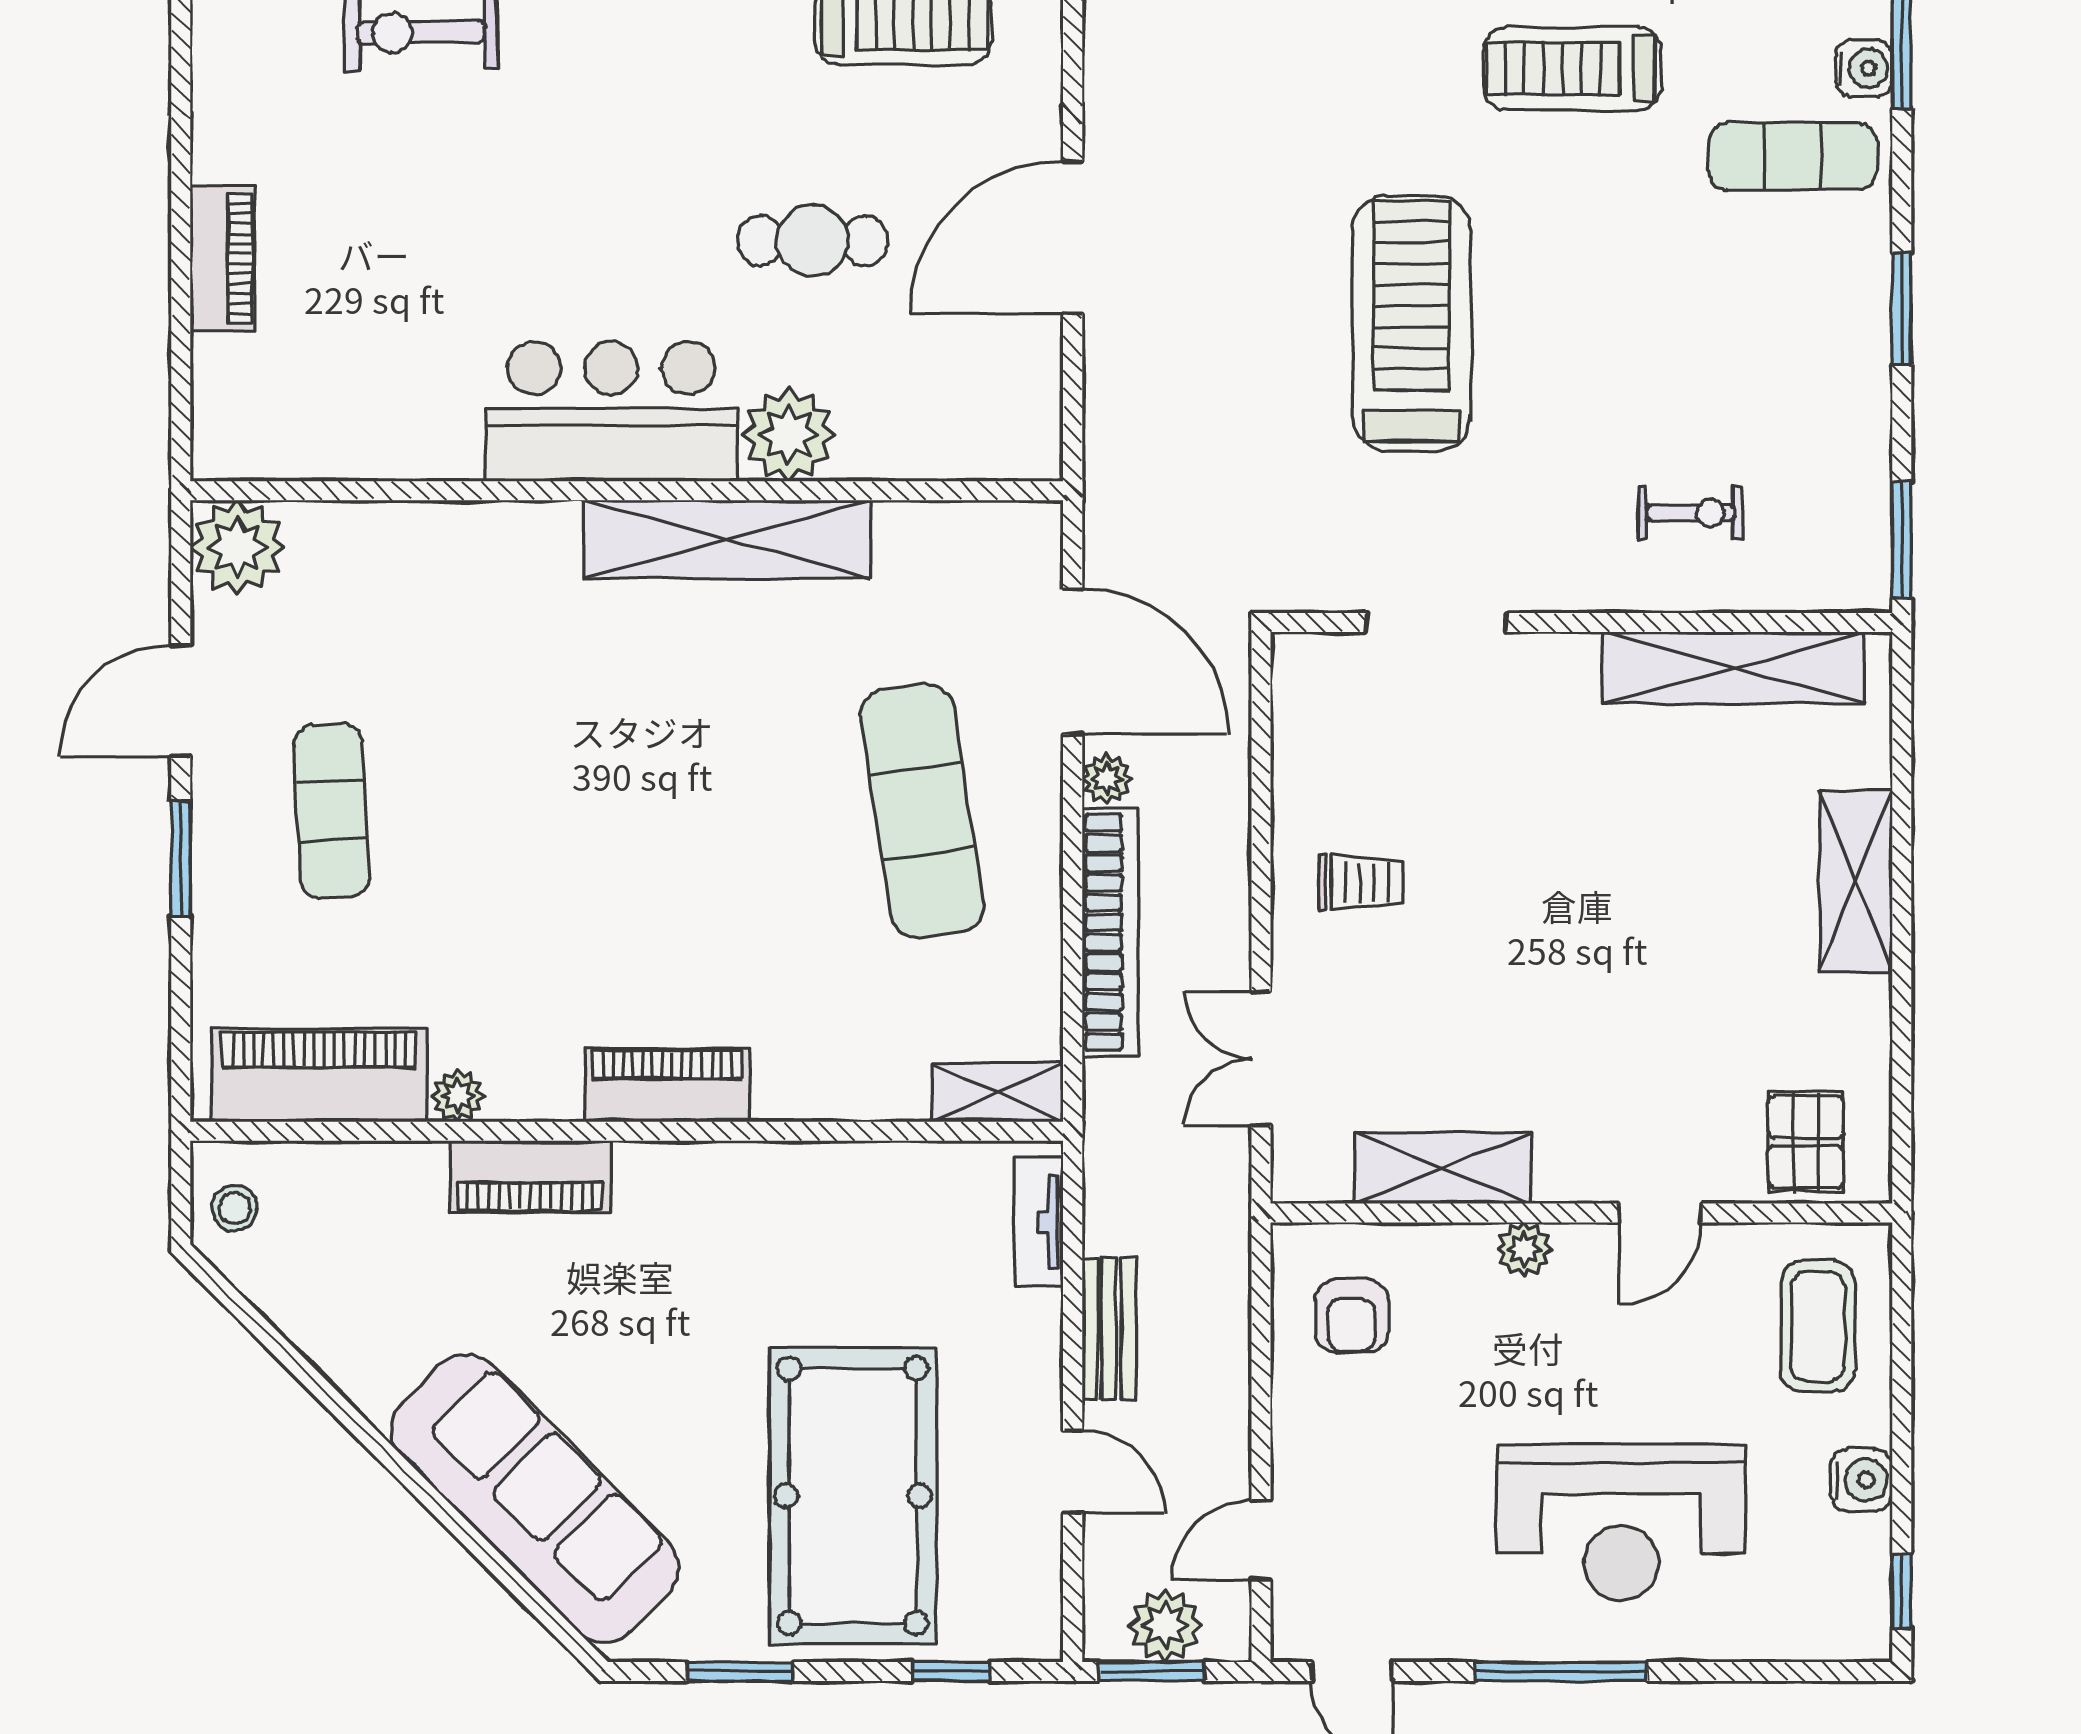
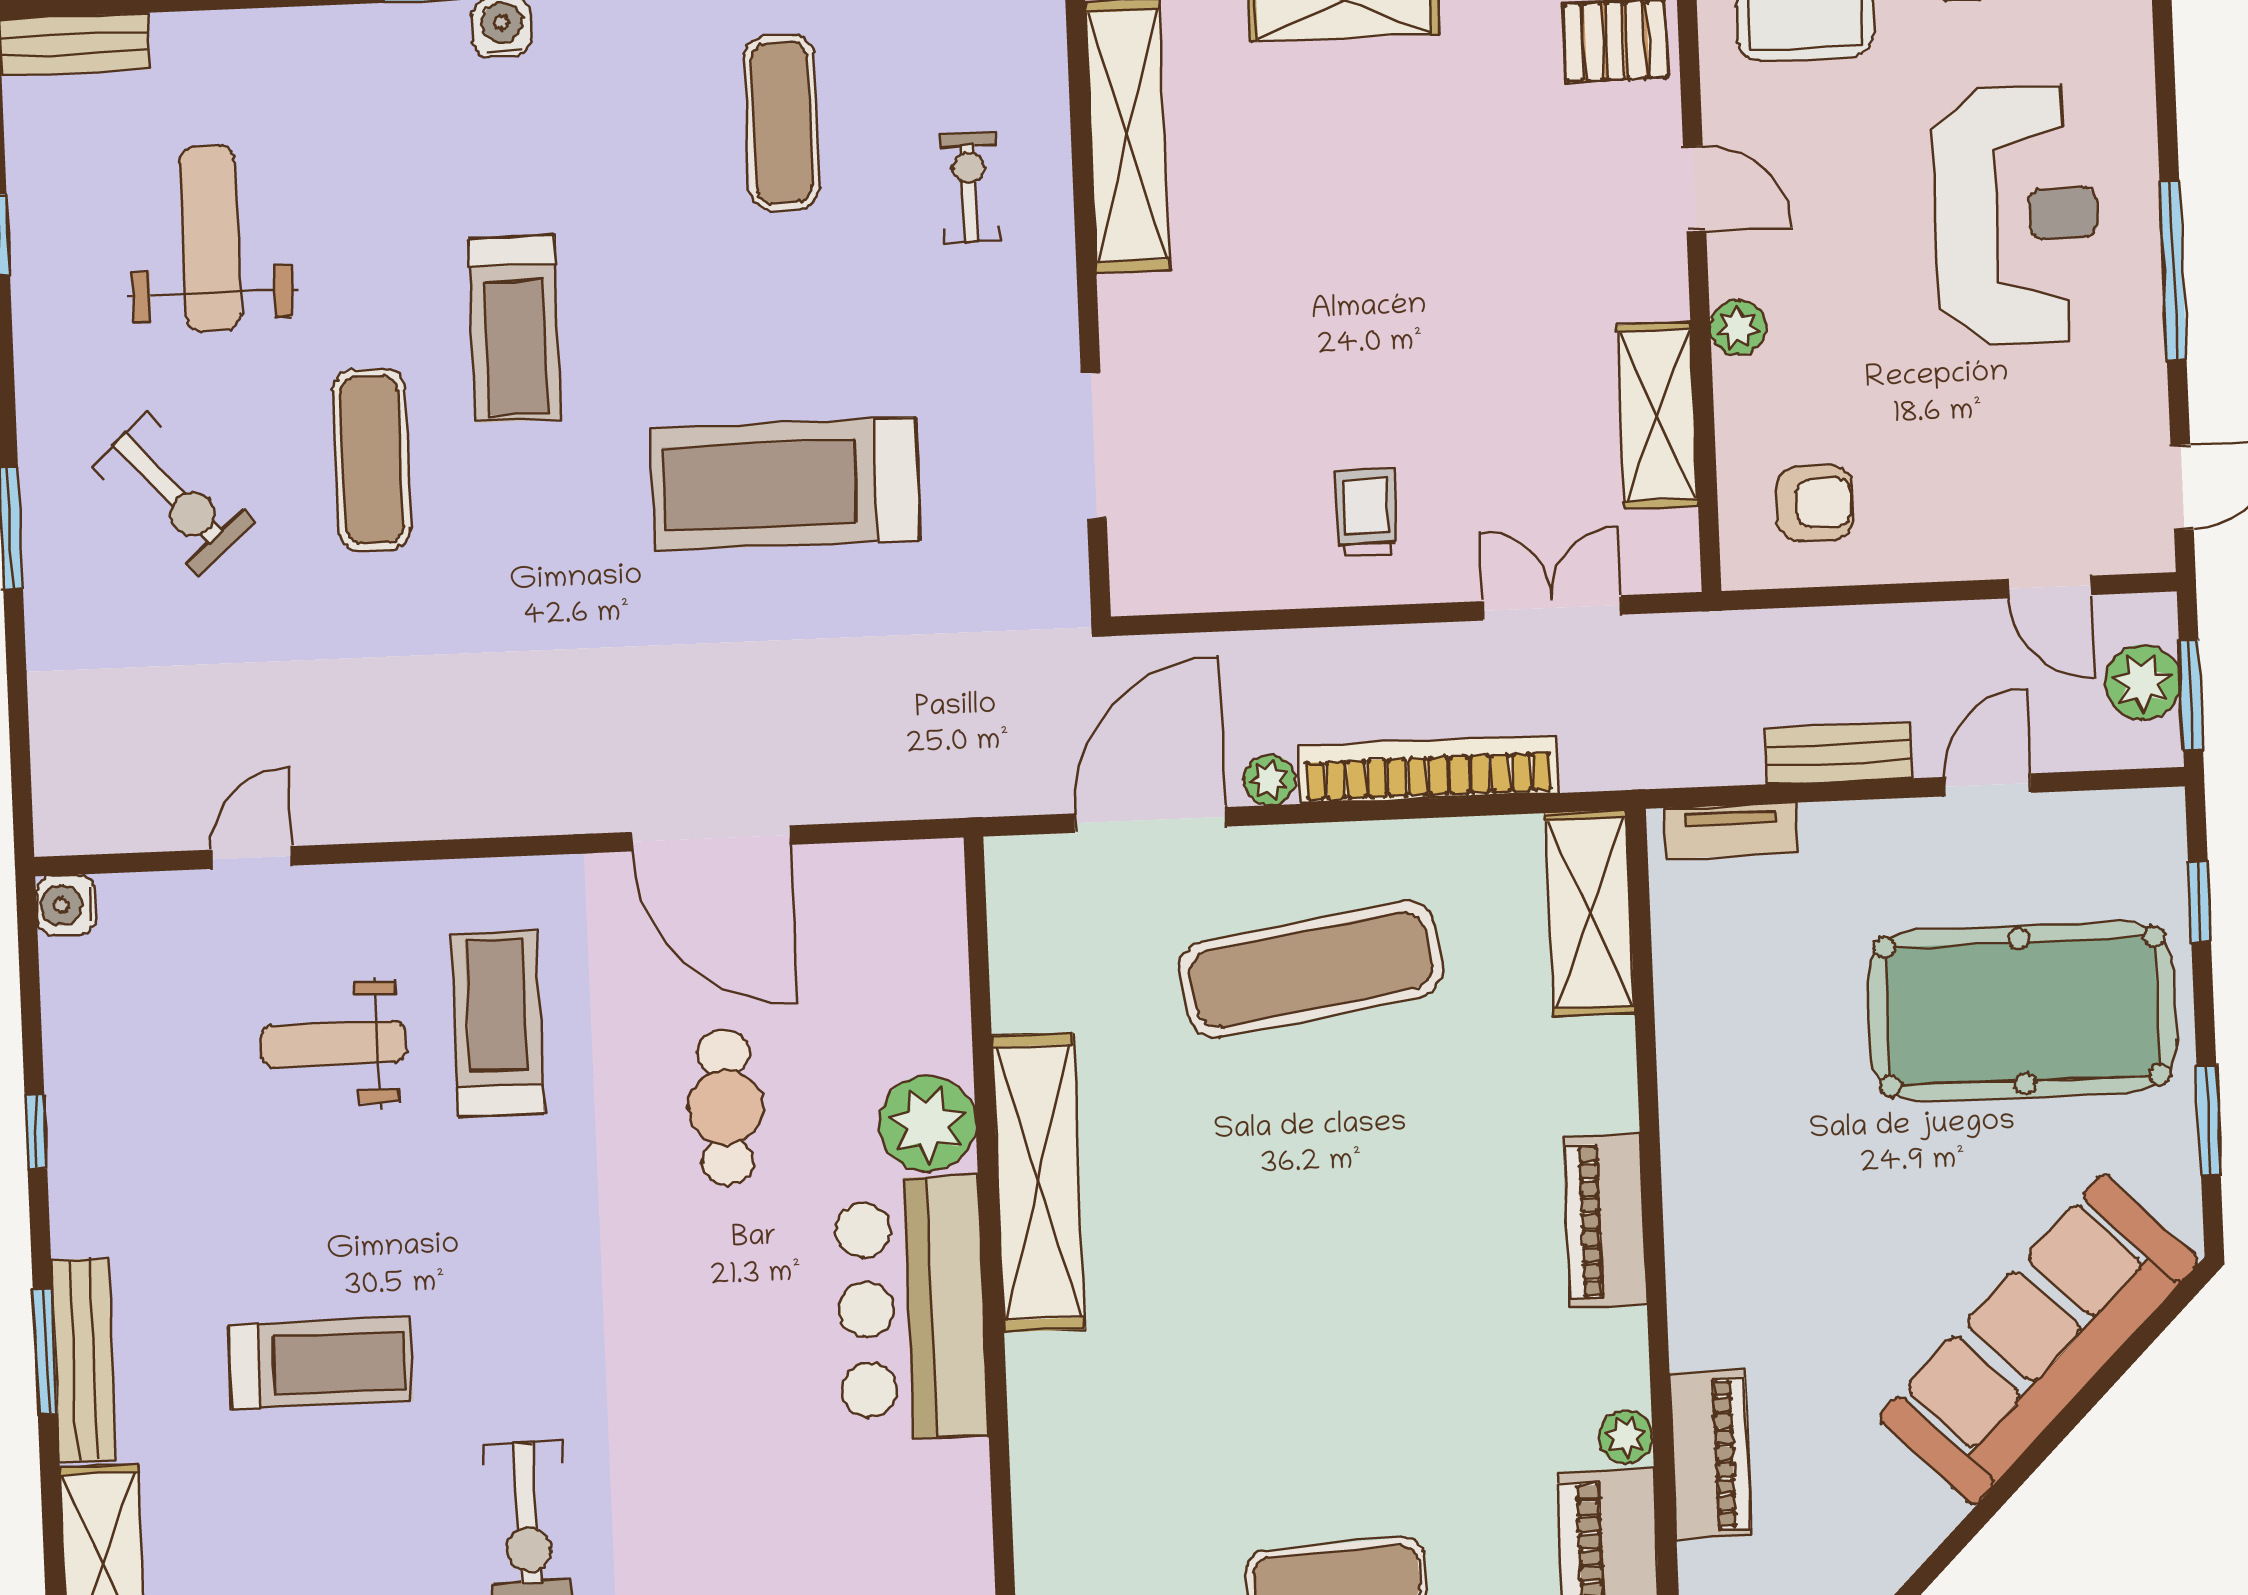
exercise mat: (1793, 156) -> (782, 123), moved
double door: (1261, 1058) -> (1552, 608), swing flipped
shelving: (998, 1092) -> (1590, 913), width x1.50, depth x1.33
piano: (530, 1177) -> (1710, 1454), moved

